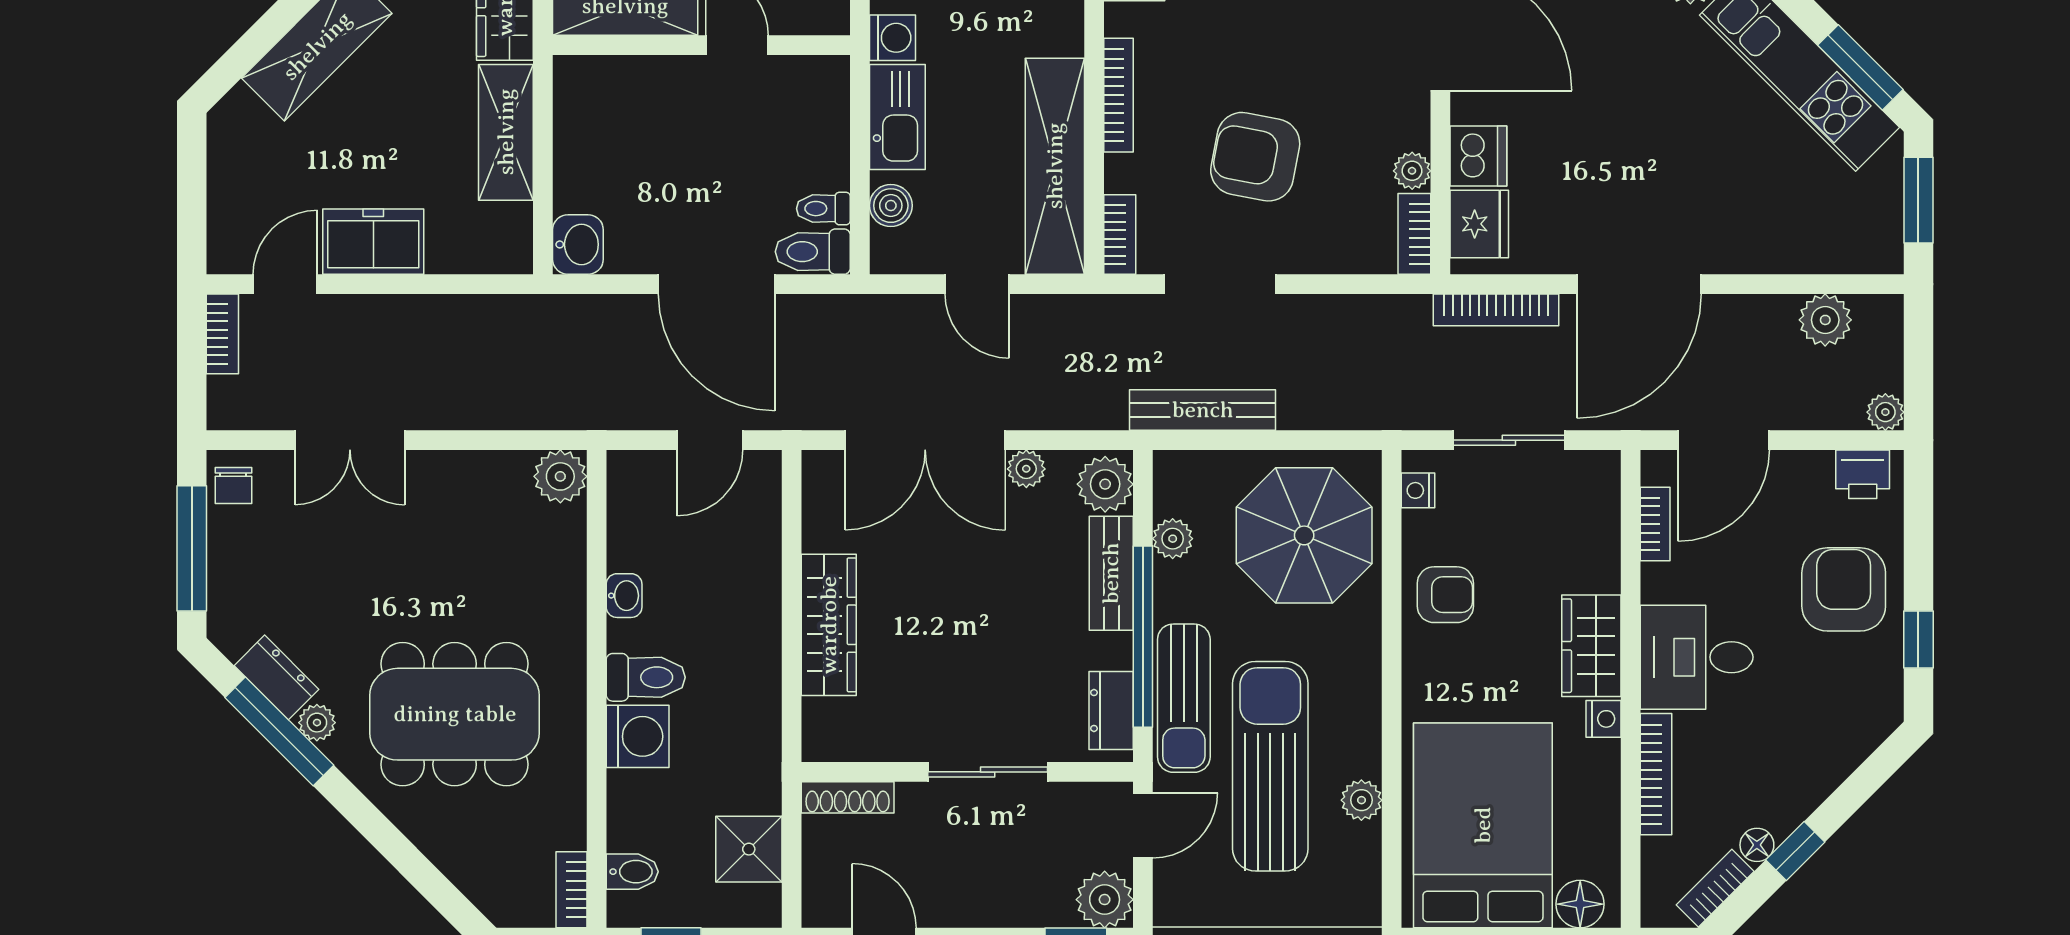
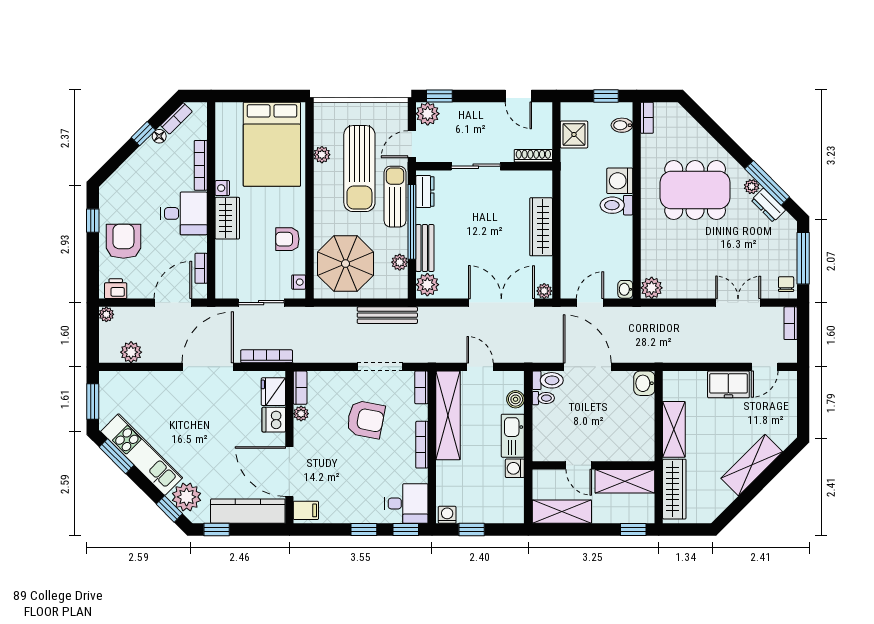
bookcase: (222, 334) -> (791, 323), moved
plant: (1026, 469) -> (544, 291), moved
armchair: (1844, 589) -> (123, 241), turned 180
washbasin: (624, 596) -> (625, 289), moved
floor lamp: (1580, 904) -> (232, 112), removed

